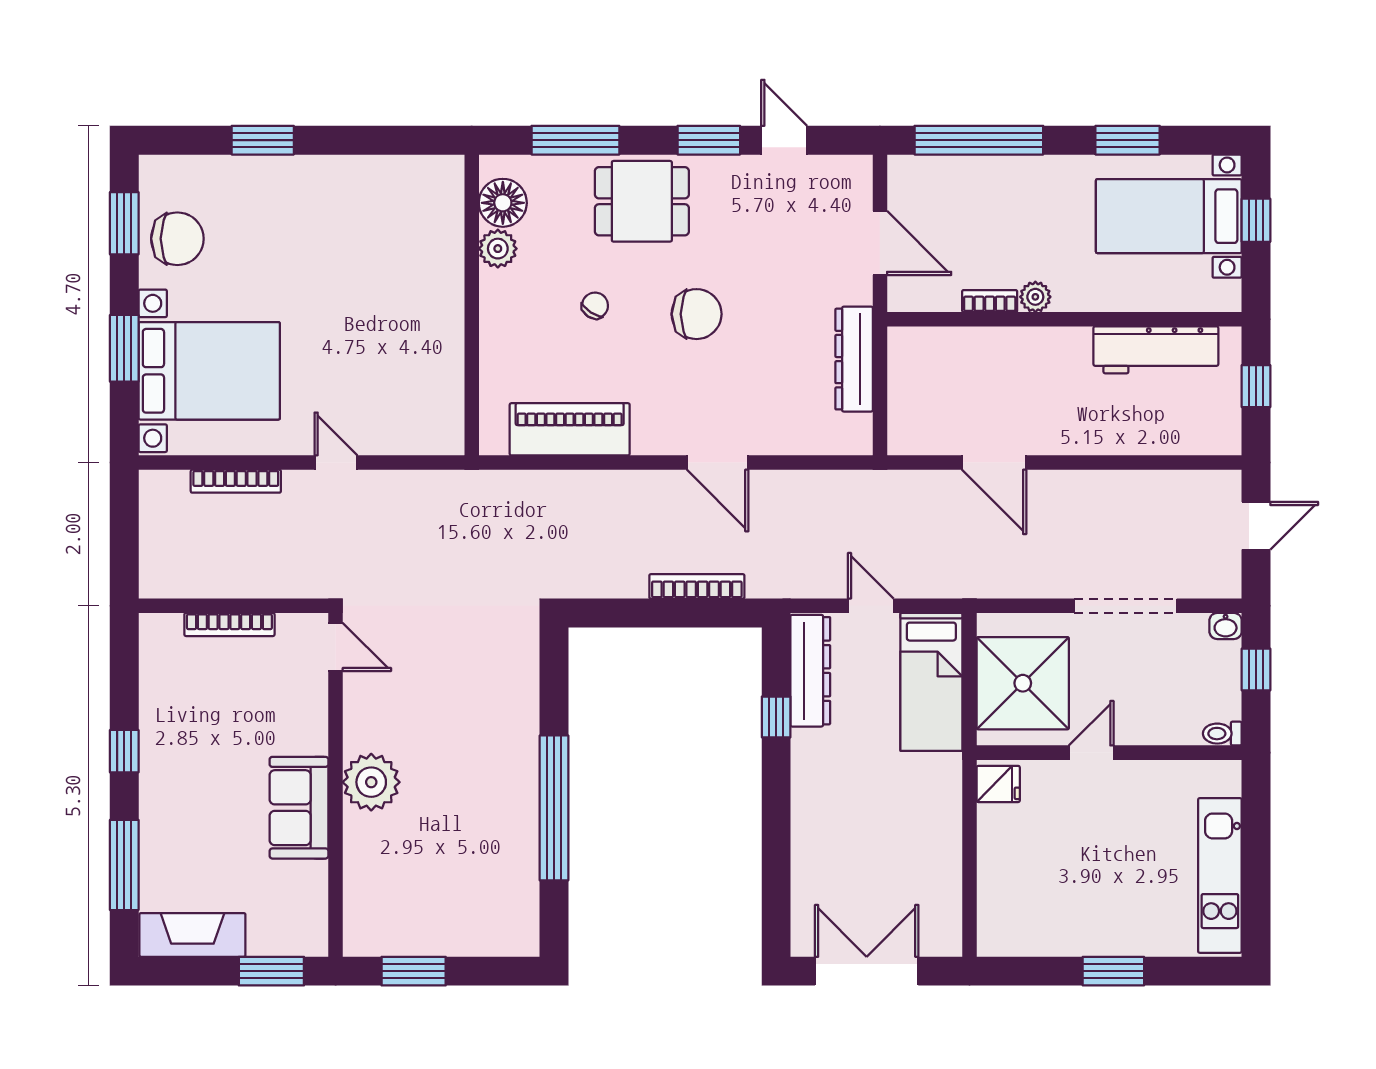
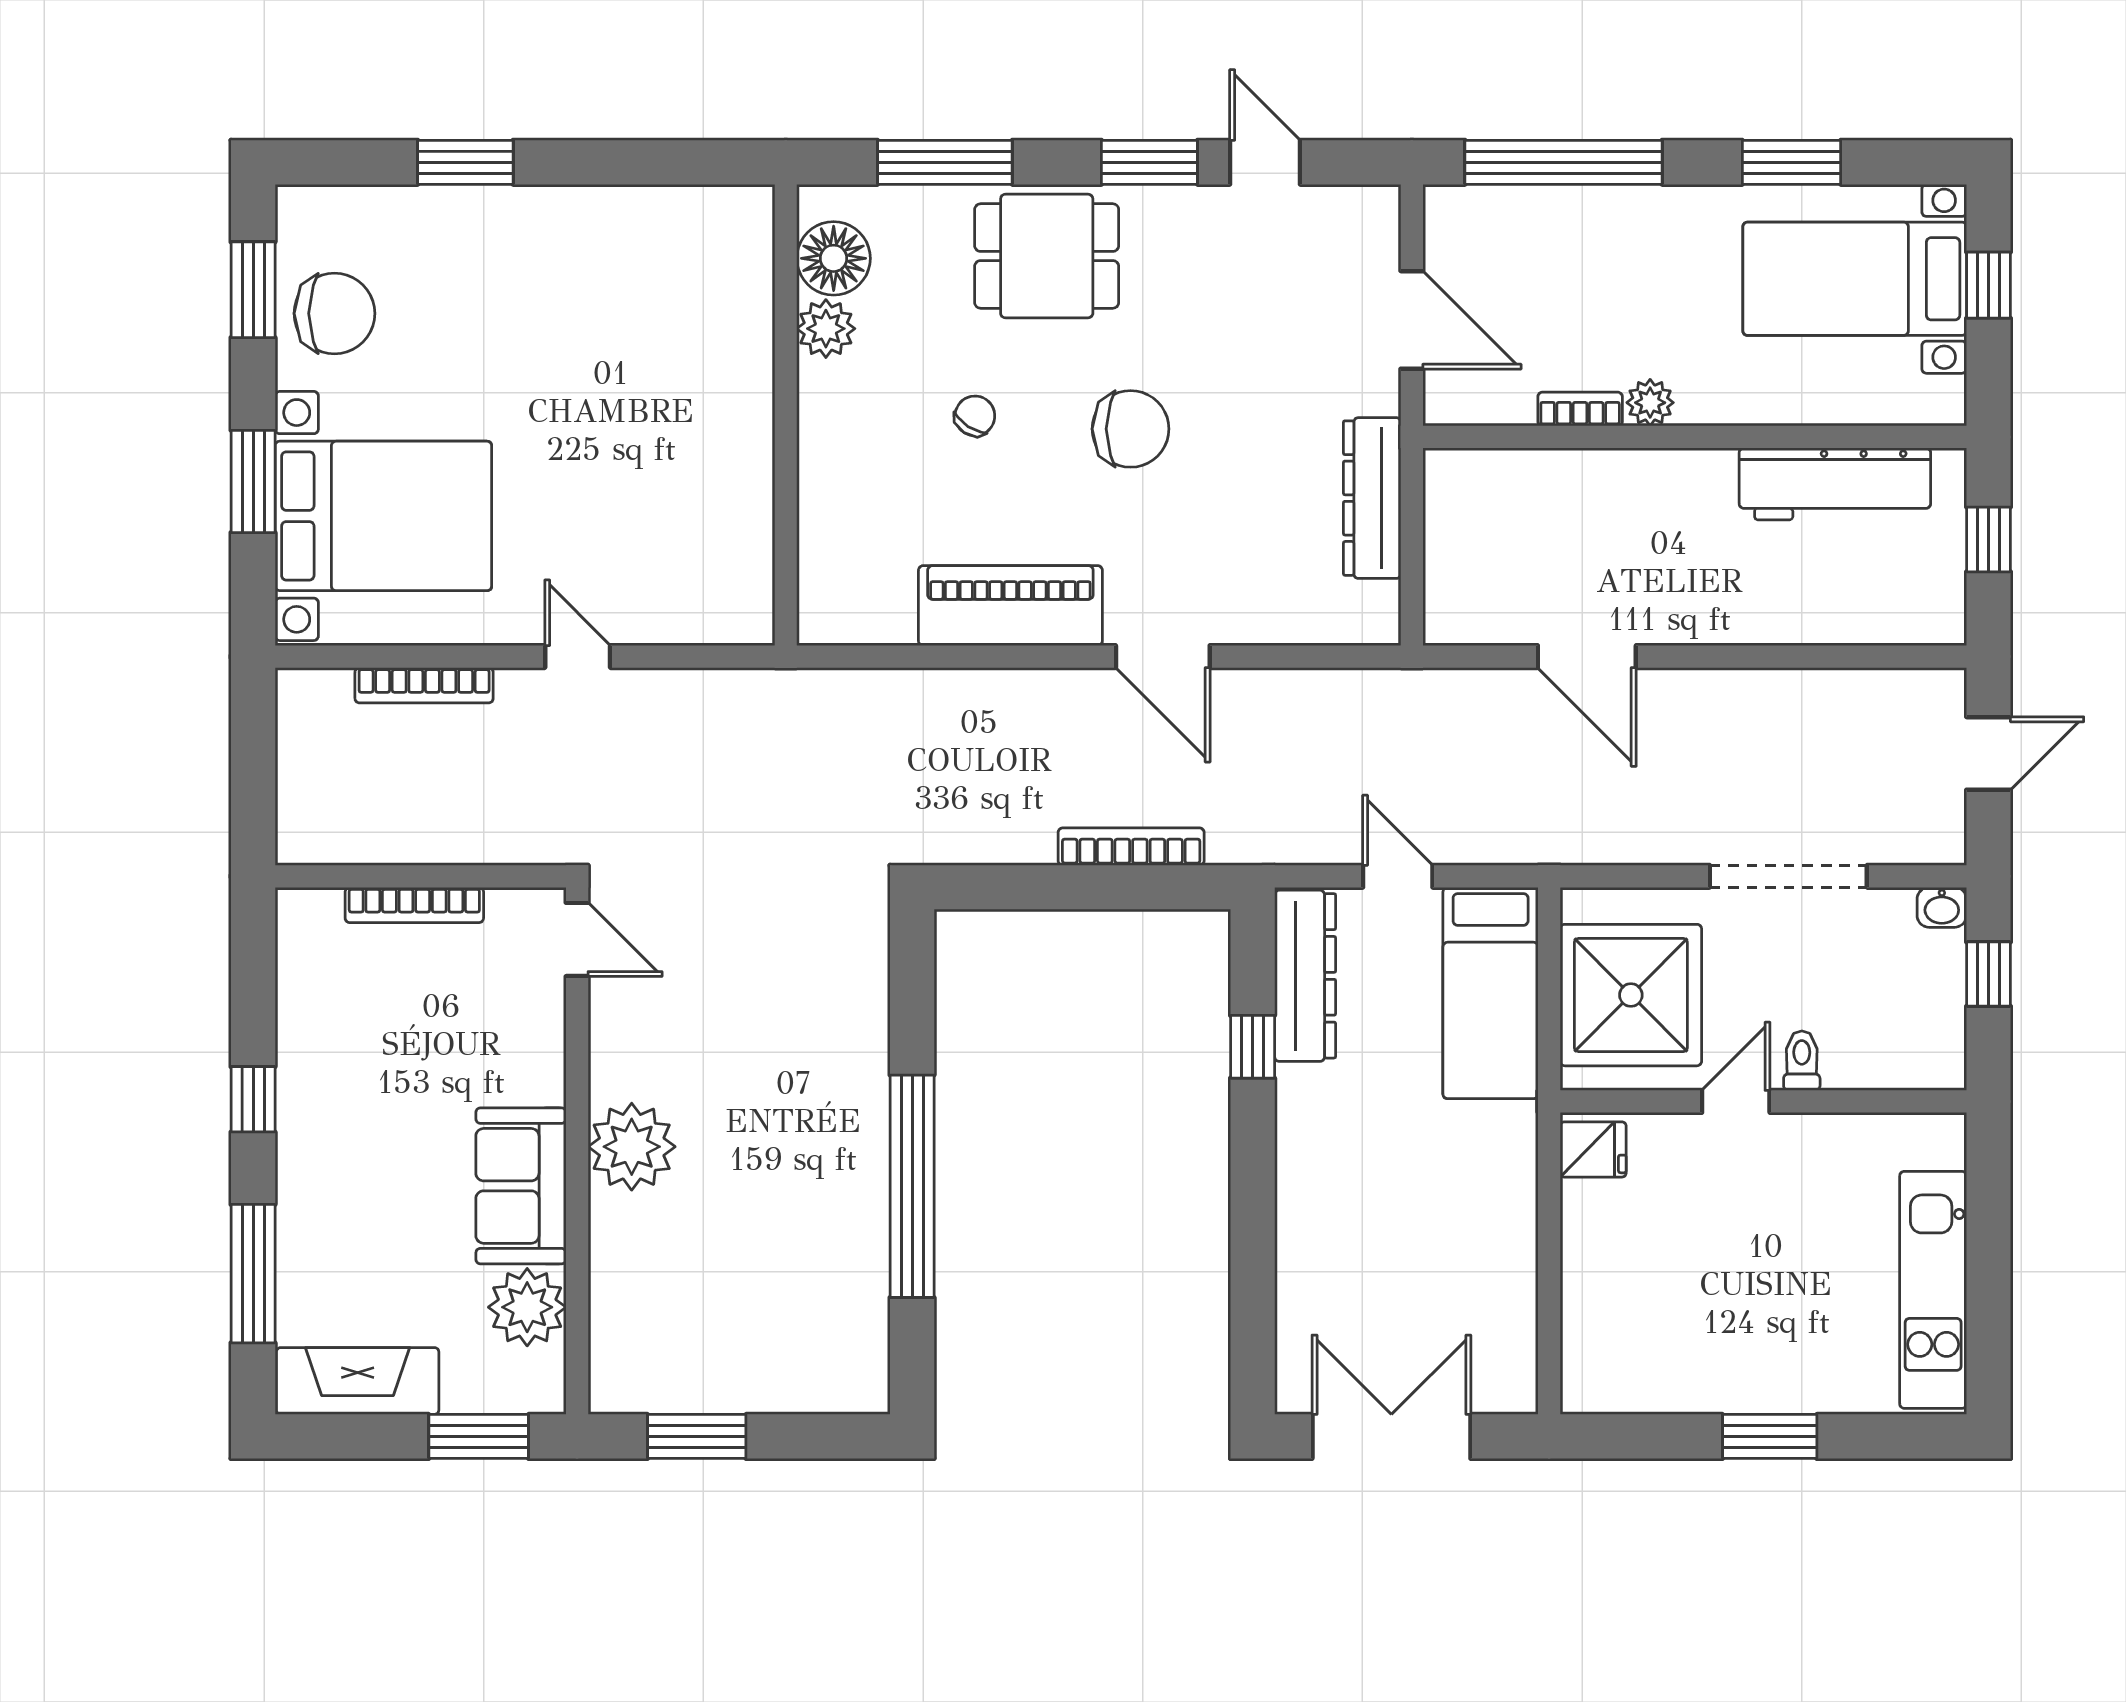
piano: (570, 429) -> (1010, 606), moved
toilet: (1222, 734) -> (1802, 1061), moved, turned 90
plant: (303, 887) -> (527, 1307), added

